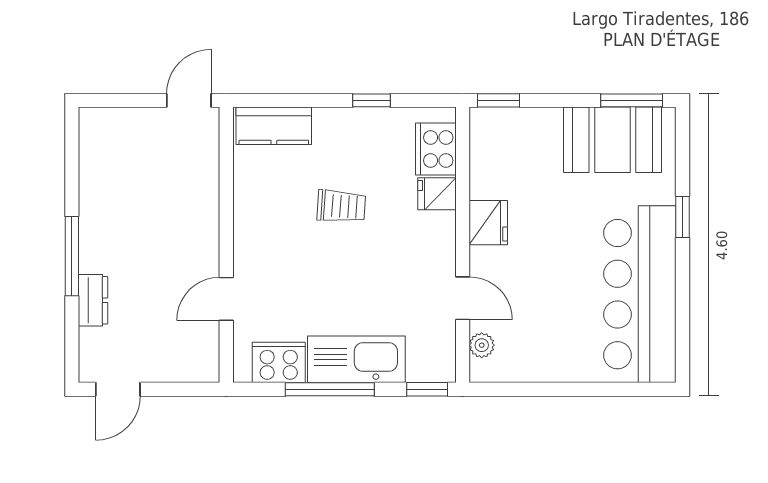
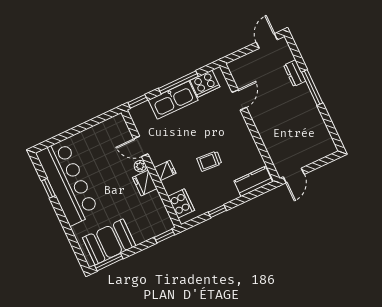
fridge: (437, 194) -> (165, 170), moved
window: (683, 217) -> (48, 188), moved
plant: (482, 345) -> (140, 166), moved

